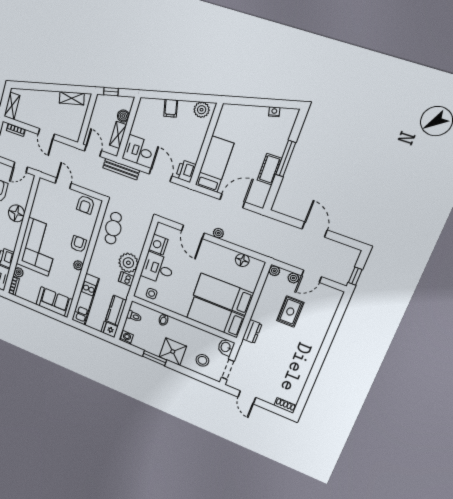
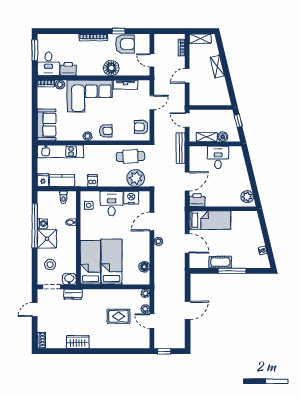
shelving: (72, 98) -> (217, 66), moved
filing cabinet: (171, 108) -> (241, 173), removed
door: (93, 151) -> (187, 120), swing flipped
desk: (138, 151) -> (218, 157), moved
tv unit: (37, 205) -> (125, 85), added
plant: (128, 263) -> (136, 178), moved
dresser: (252, 332) -> (73, 294), moved
washing machine: (127, 338) -> (42, 223), moved
window: (155, 358) -> (35, 226), width x2.11
wardrobe: (303, 368) -> (78, 342), added

